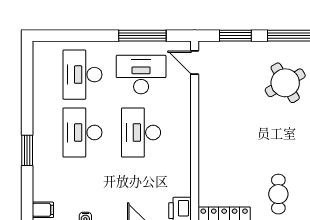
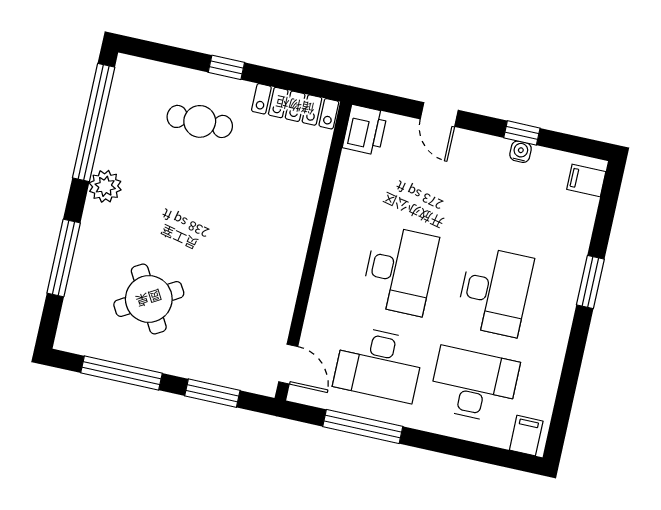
filing cabinet: (45, 52) -> (526, 436), added
desk: (82, 75) -> (474, 385), turned -90
cafe table: (278, 194) -> (200, 121), turned 90

